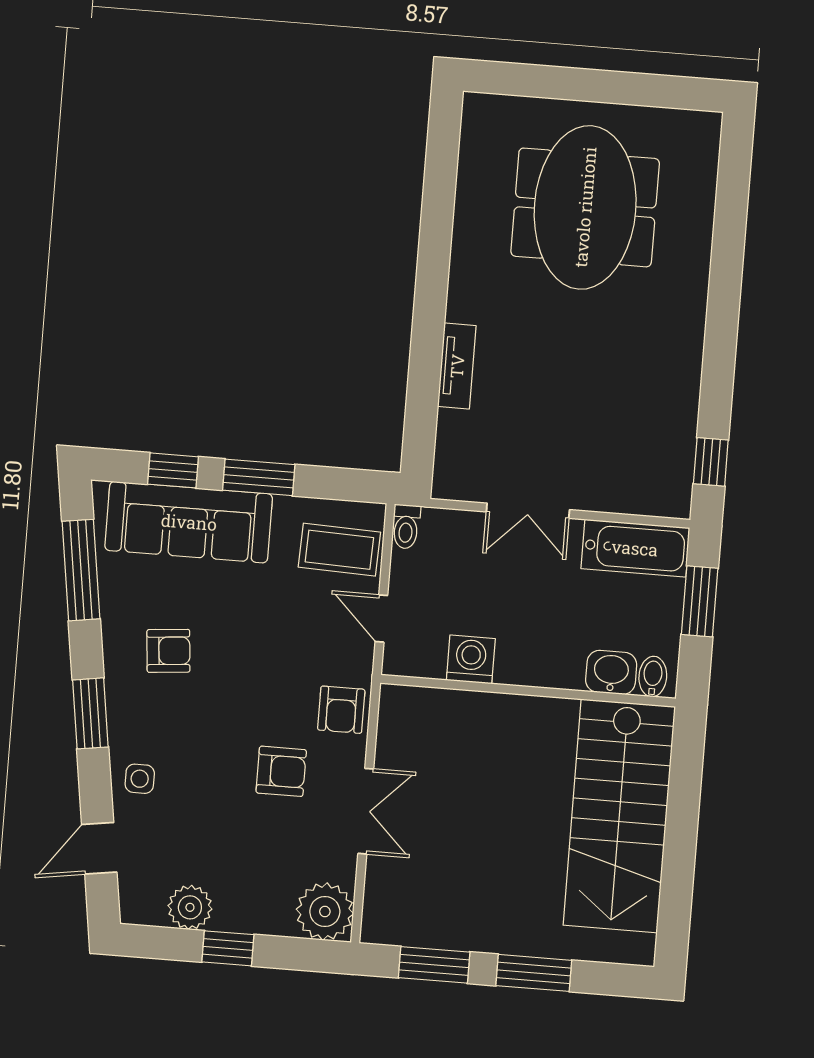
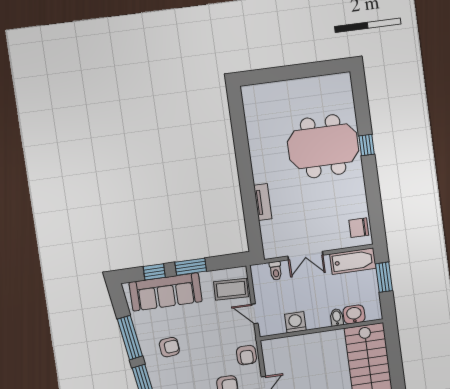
meeting table: (585, 207) -> (323, 146), moved, turned 90
window: (711, 462) -> (367, 145), moved
chair: (666, 474) -> (359, 228), added
toilet: (406, 527) -> (276, 271), moved
window: (81, 570) -> (130, 338), moved
bidet: (653, 677) -> (337, 317), moved

